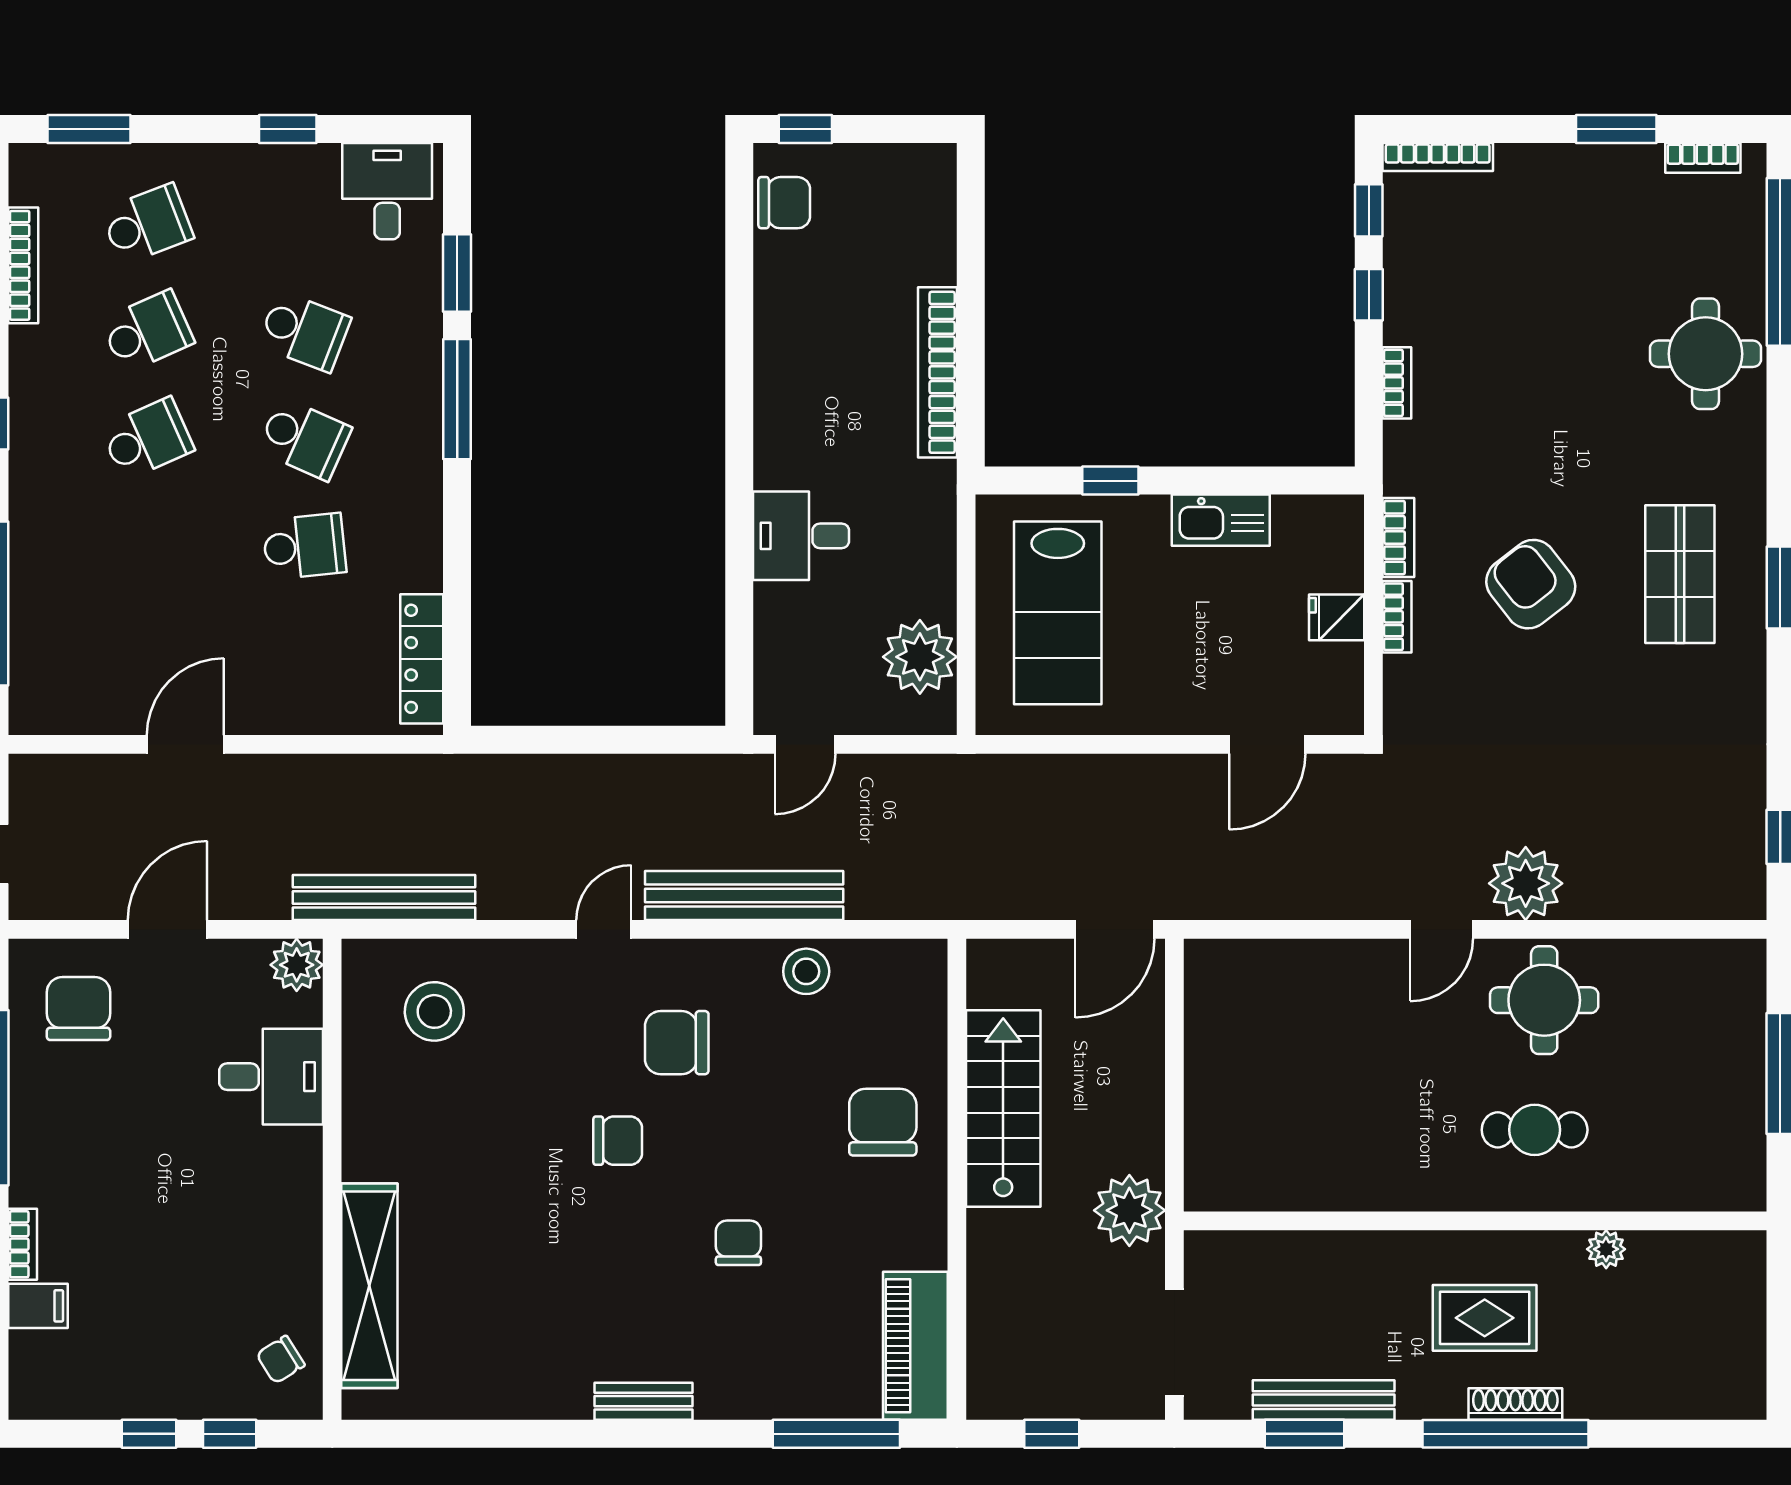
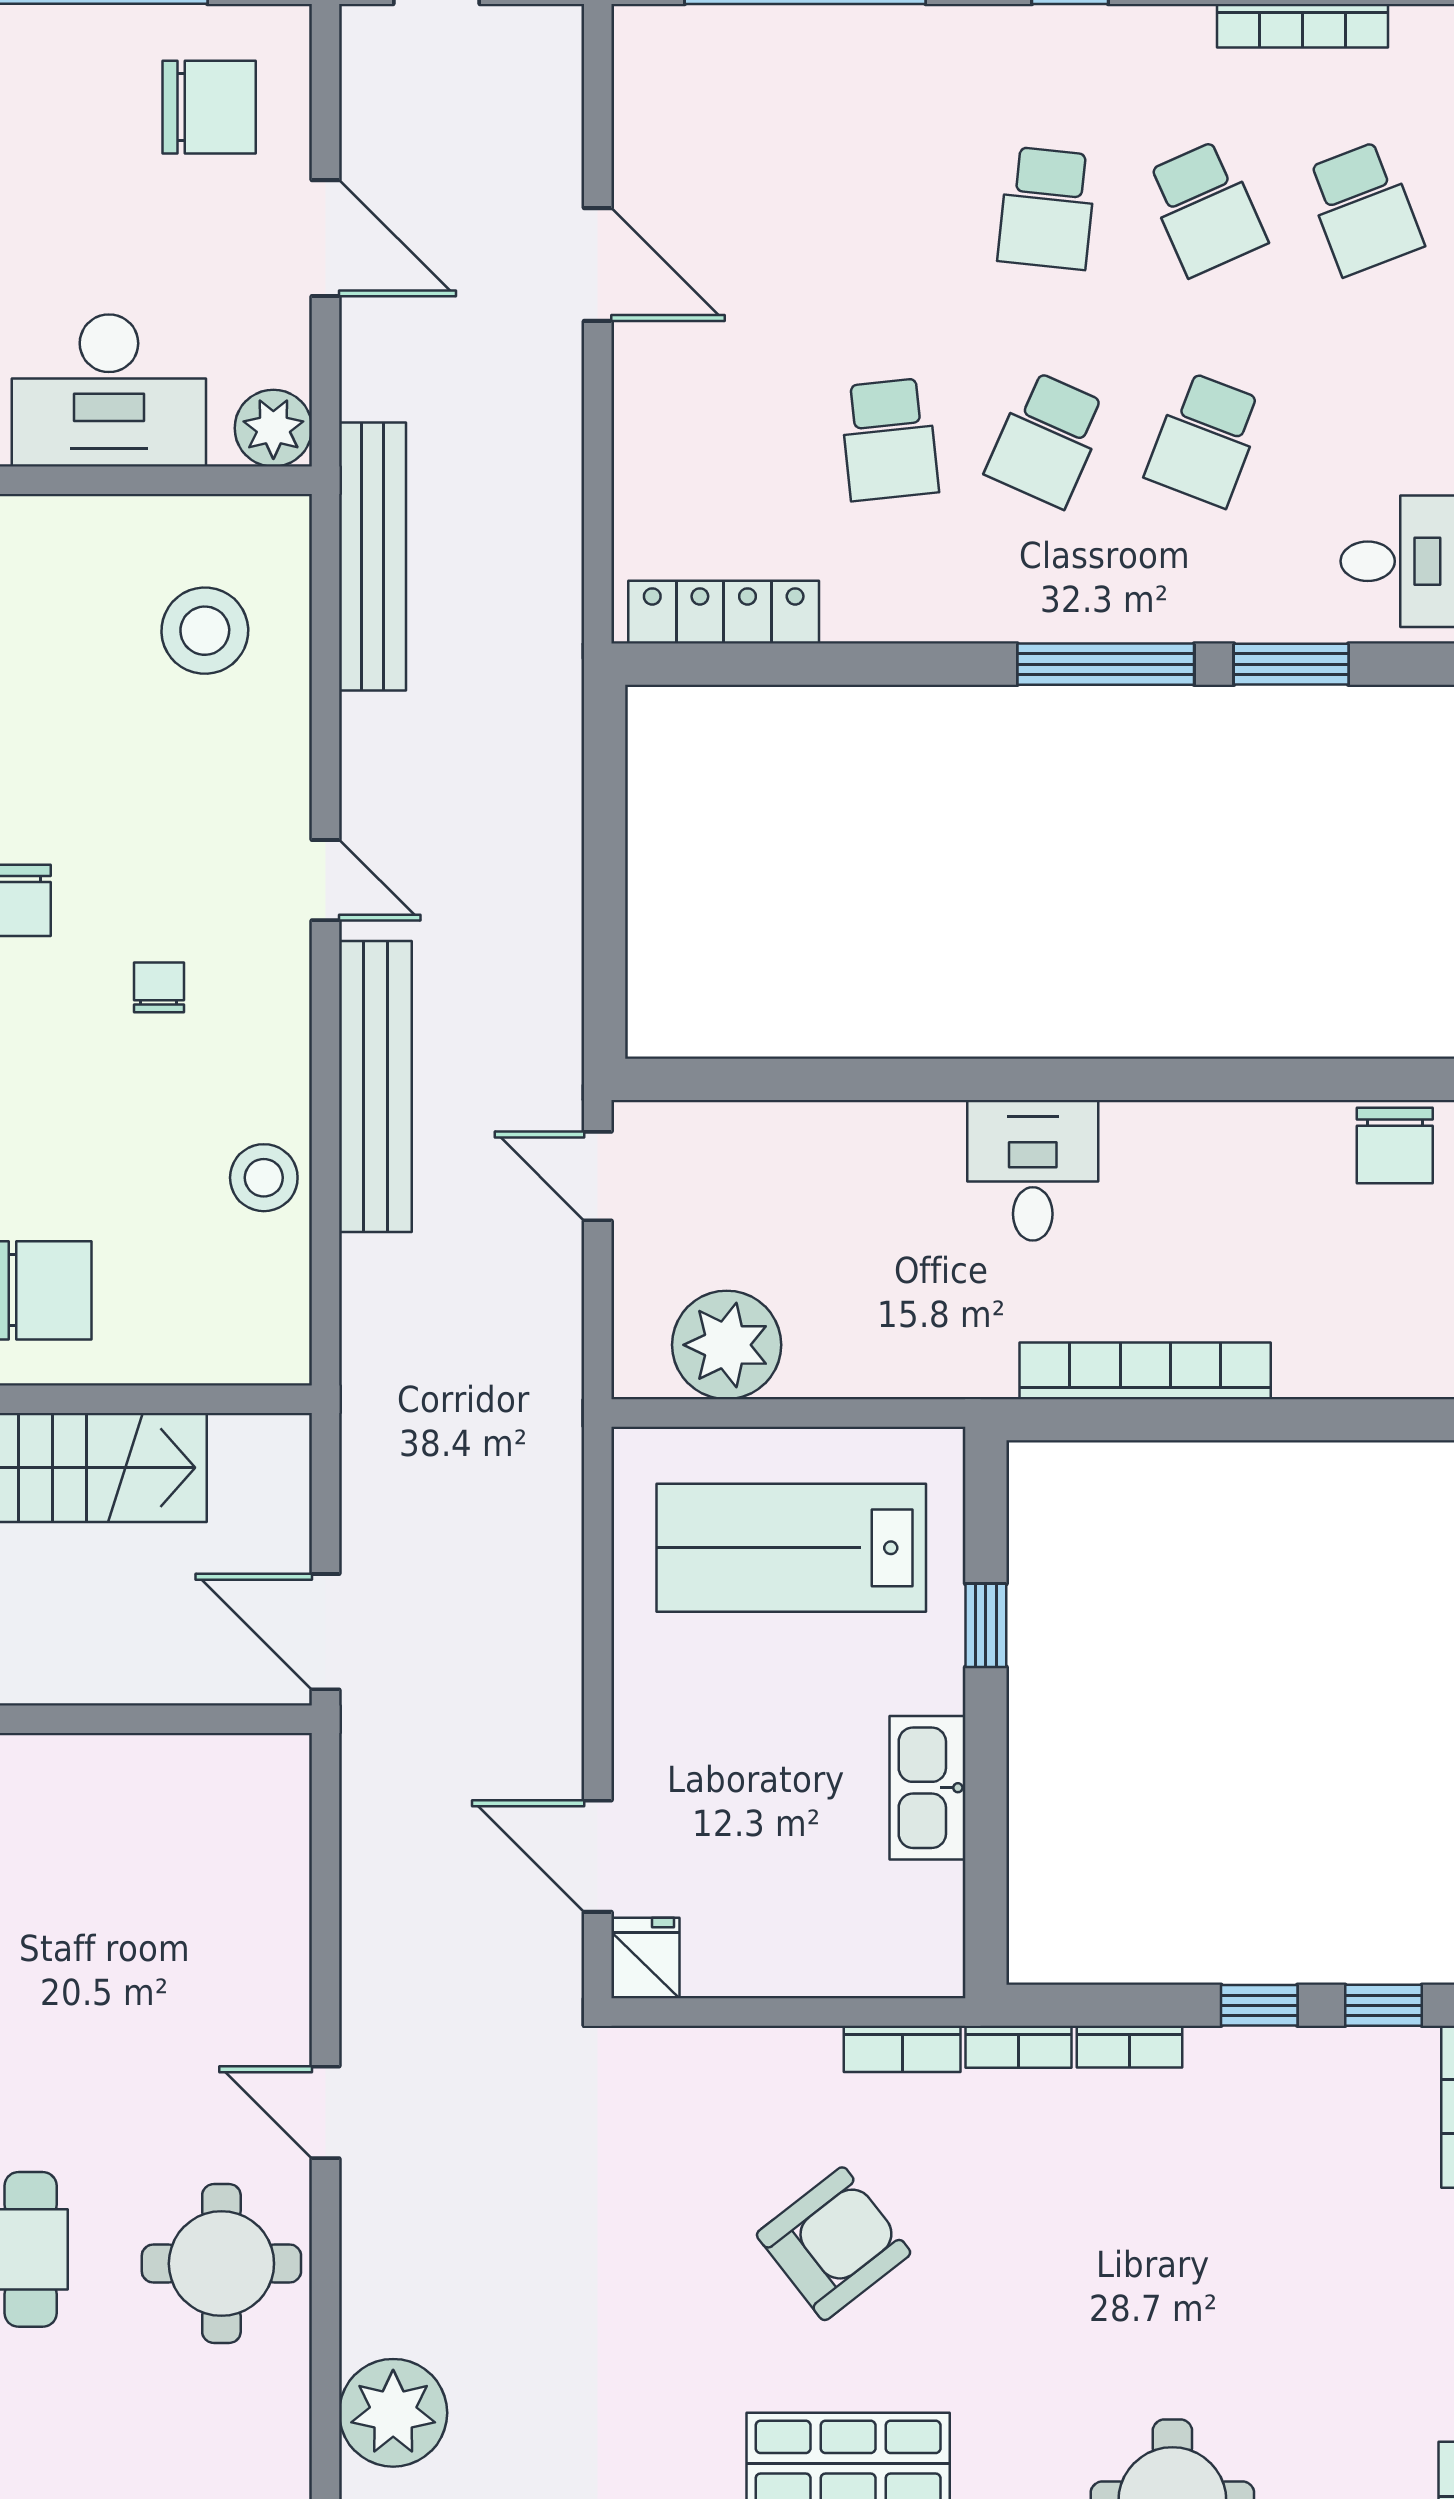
school desk: (147, 439) -> (1047, 208), turned 30
desk: (801, 536) -> (1033, 1170), moved
fridge: (1337, 617) -> (645, 1958), moved
bookcase: (1397, 617) -> (1019, 2047), moved
plant: (1526, 883) -> (393, 2413), moved
chair: (677, 1043) -> (159, 987), width x0.54, depth x0.54
desk: (271, 1077) -> (109, 391), width x1.37

